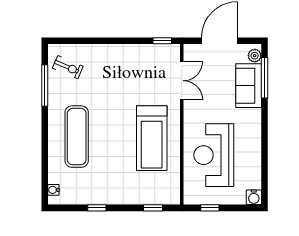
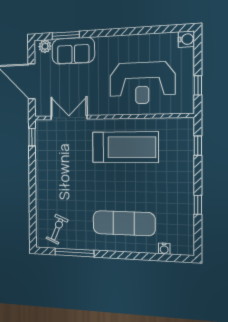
window: (264, 78) -> (66, 35), width x0.69
water cooler: (53, 190) -> (164, 249), moved

